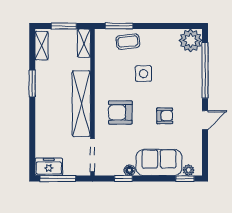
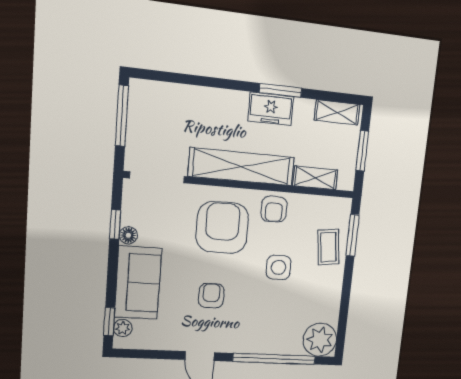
shelving: (84, 43) -> (315, 178), moved
armchair: (106, 80) -> (274, 209), added
armchair: (120, 112) -> (222, 228), width x1.36, depth x1.36
armchair: (165, 116) -> (211, 296), turned 180
freezer: (49, 167) -> (271, 109), moved, turned 90

